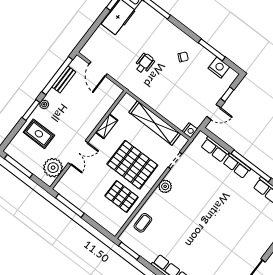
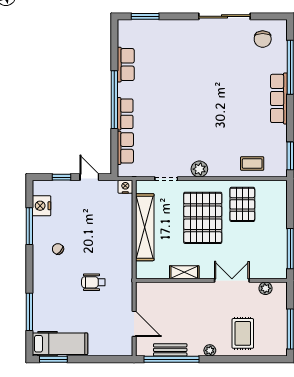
door: (98, 69) -> (134, 324), hinge flipped
window: (31, 110) -> (225, 359), removed
plant: (53, 168) -> (266, 288), width x0.53, depth x0.53

